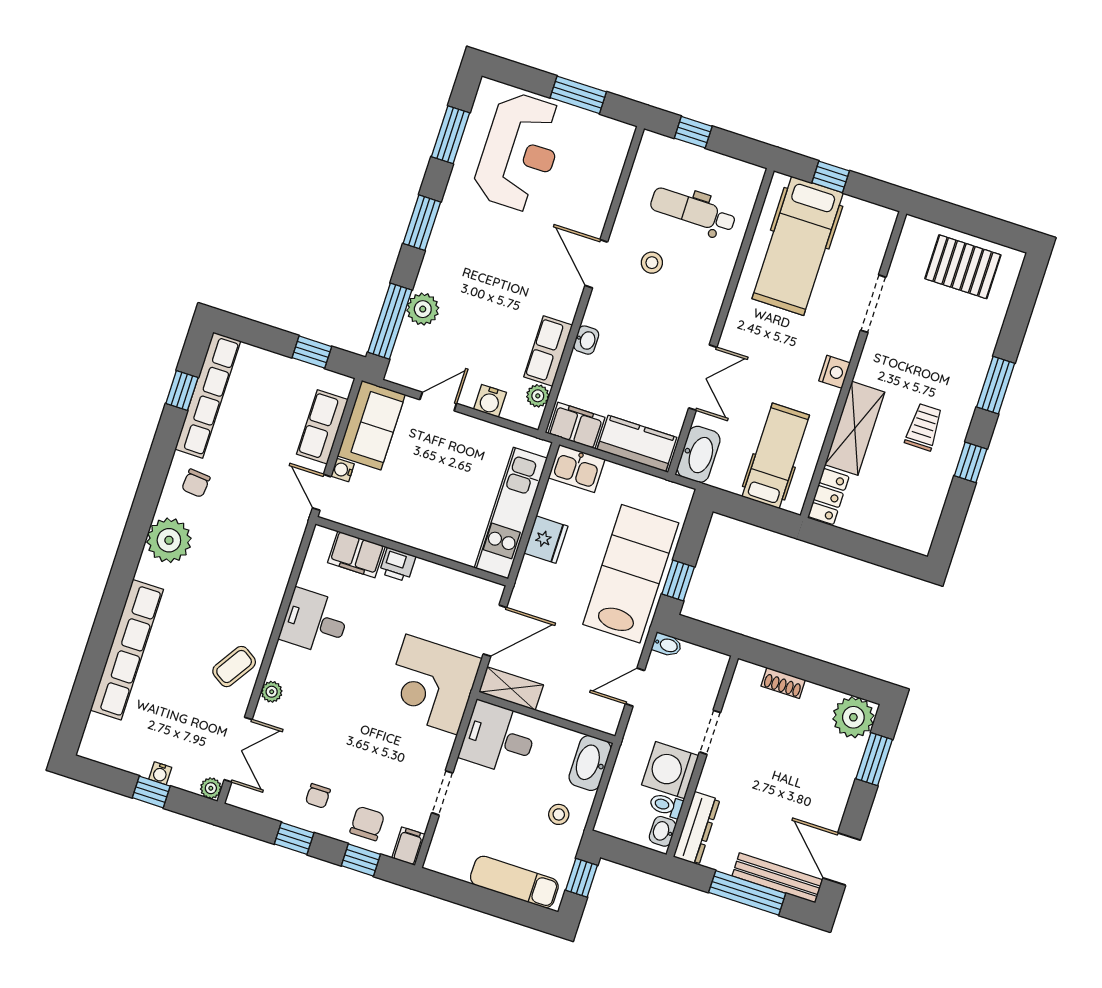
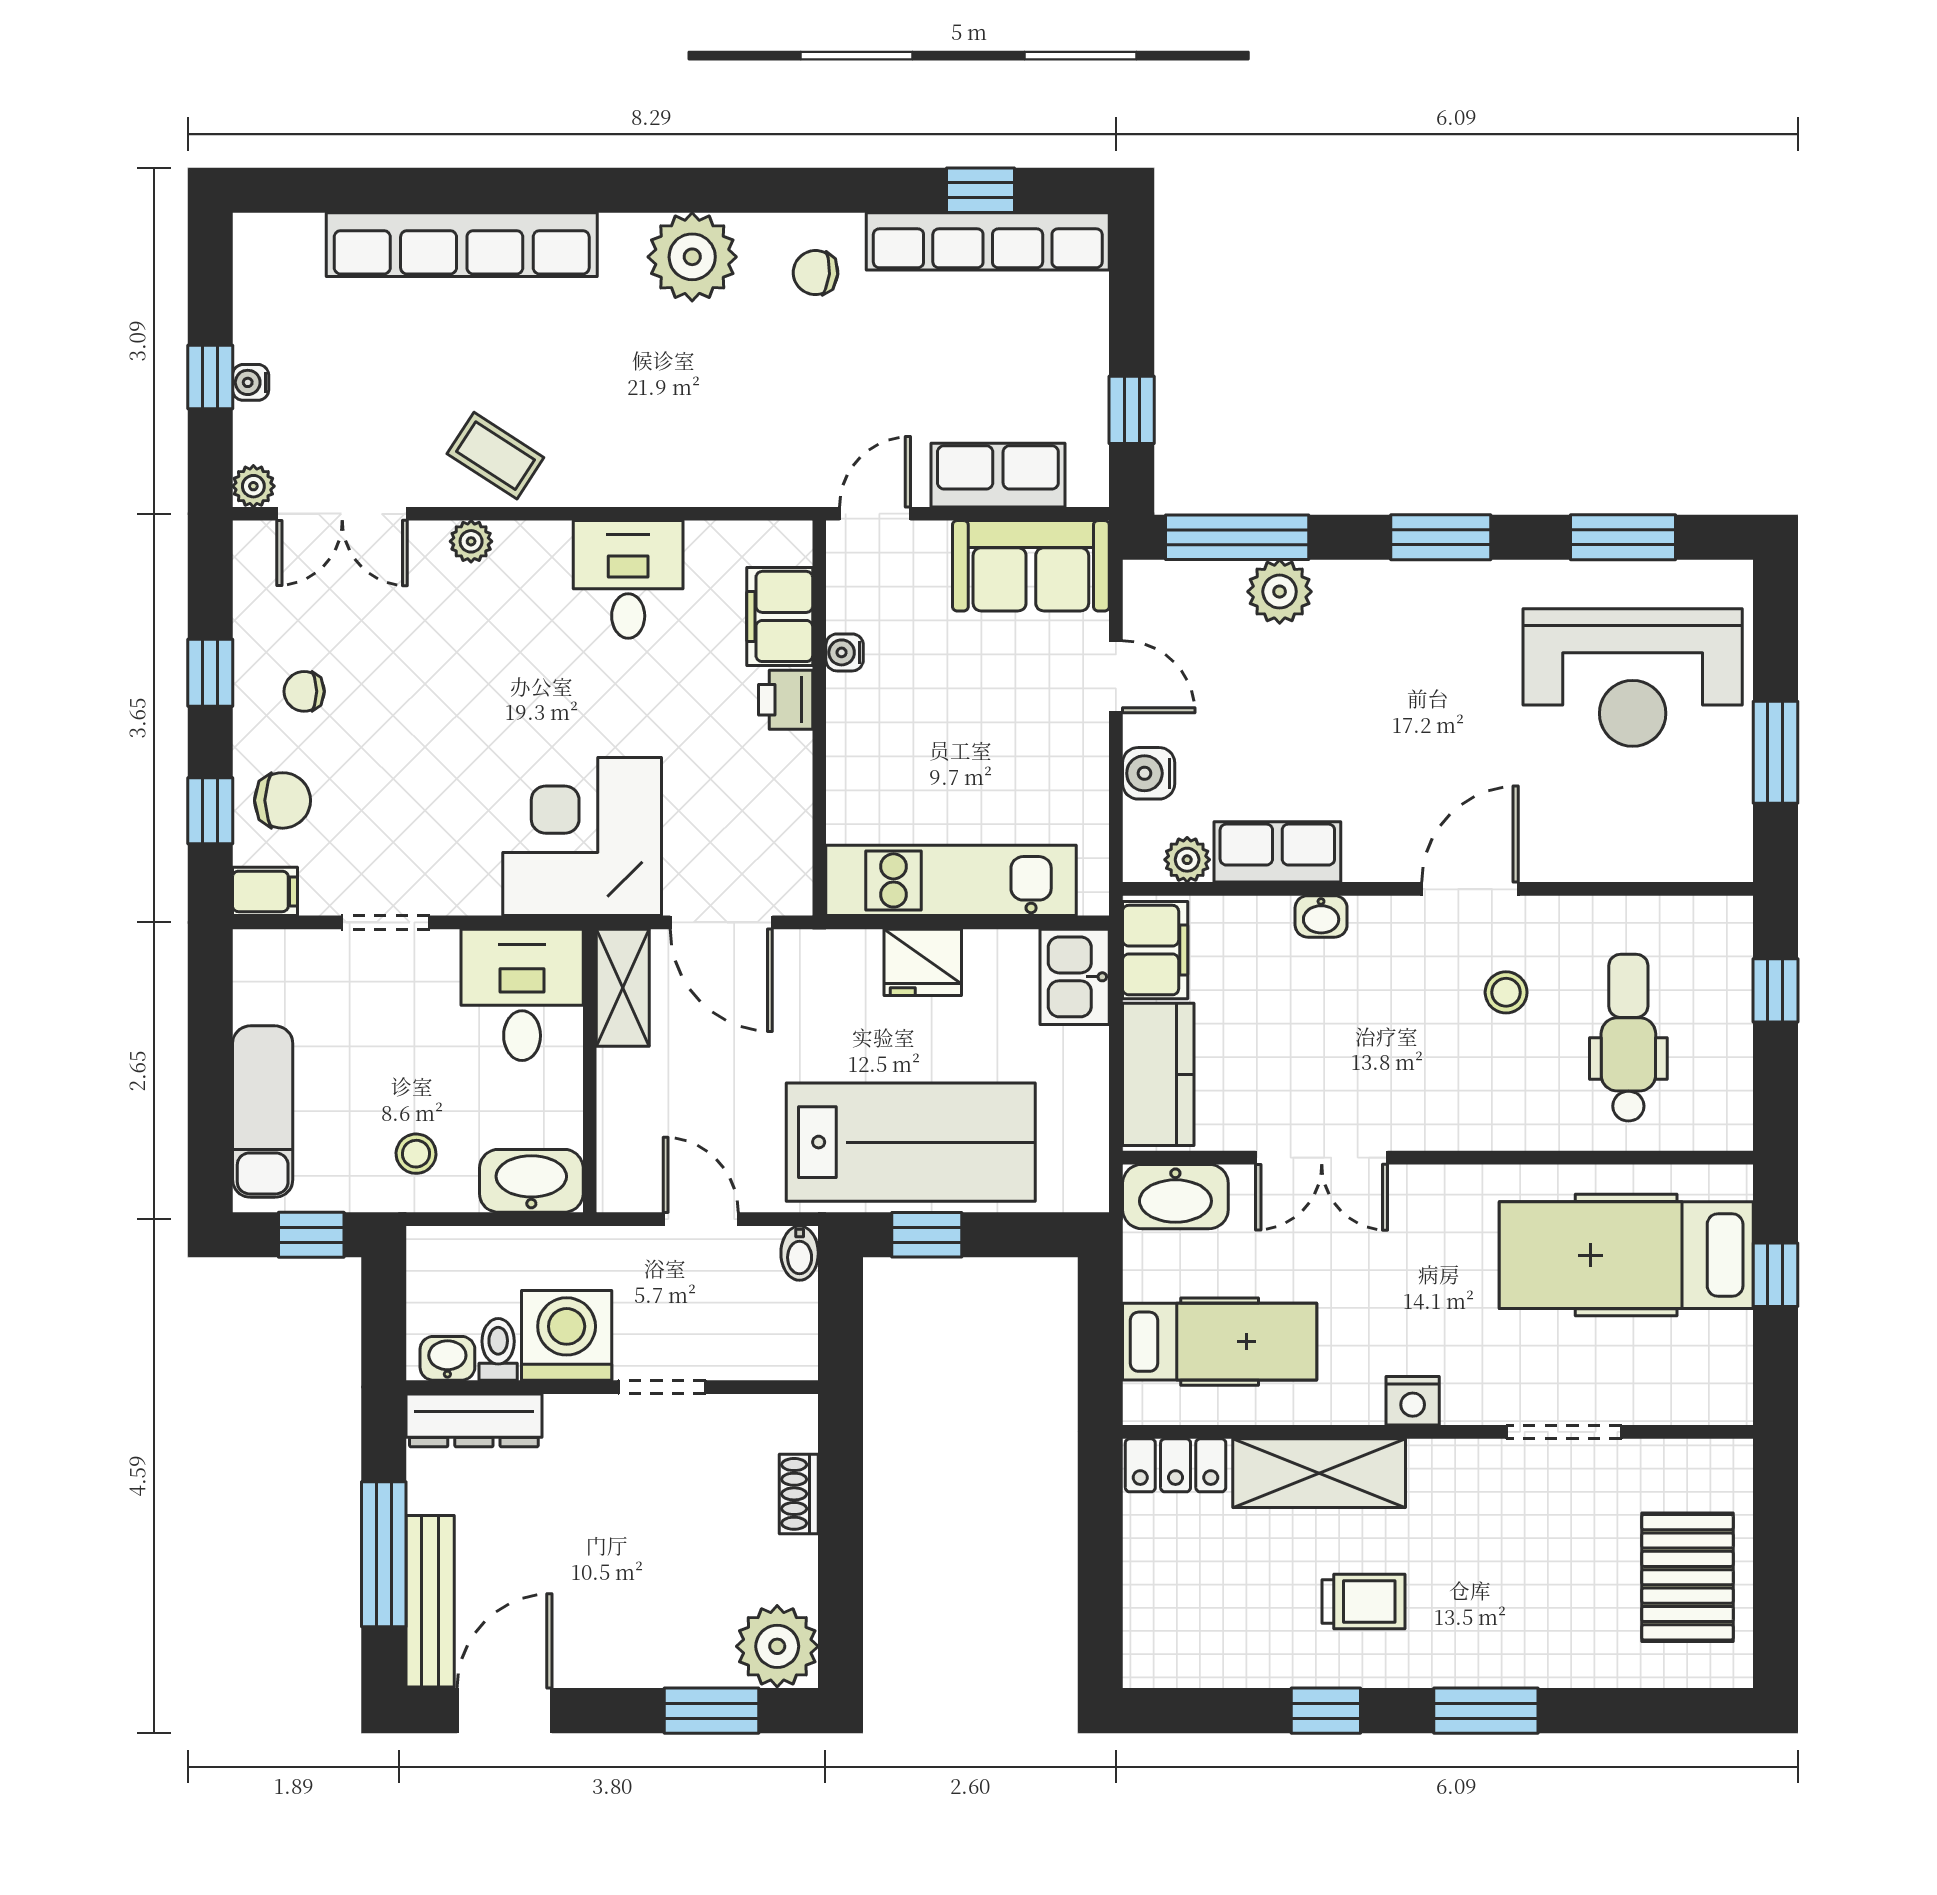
water cooler: (342, 470) -> (845, 652), moved, turned -90

